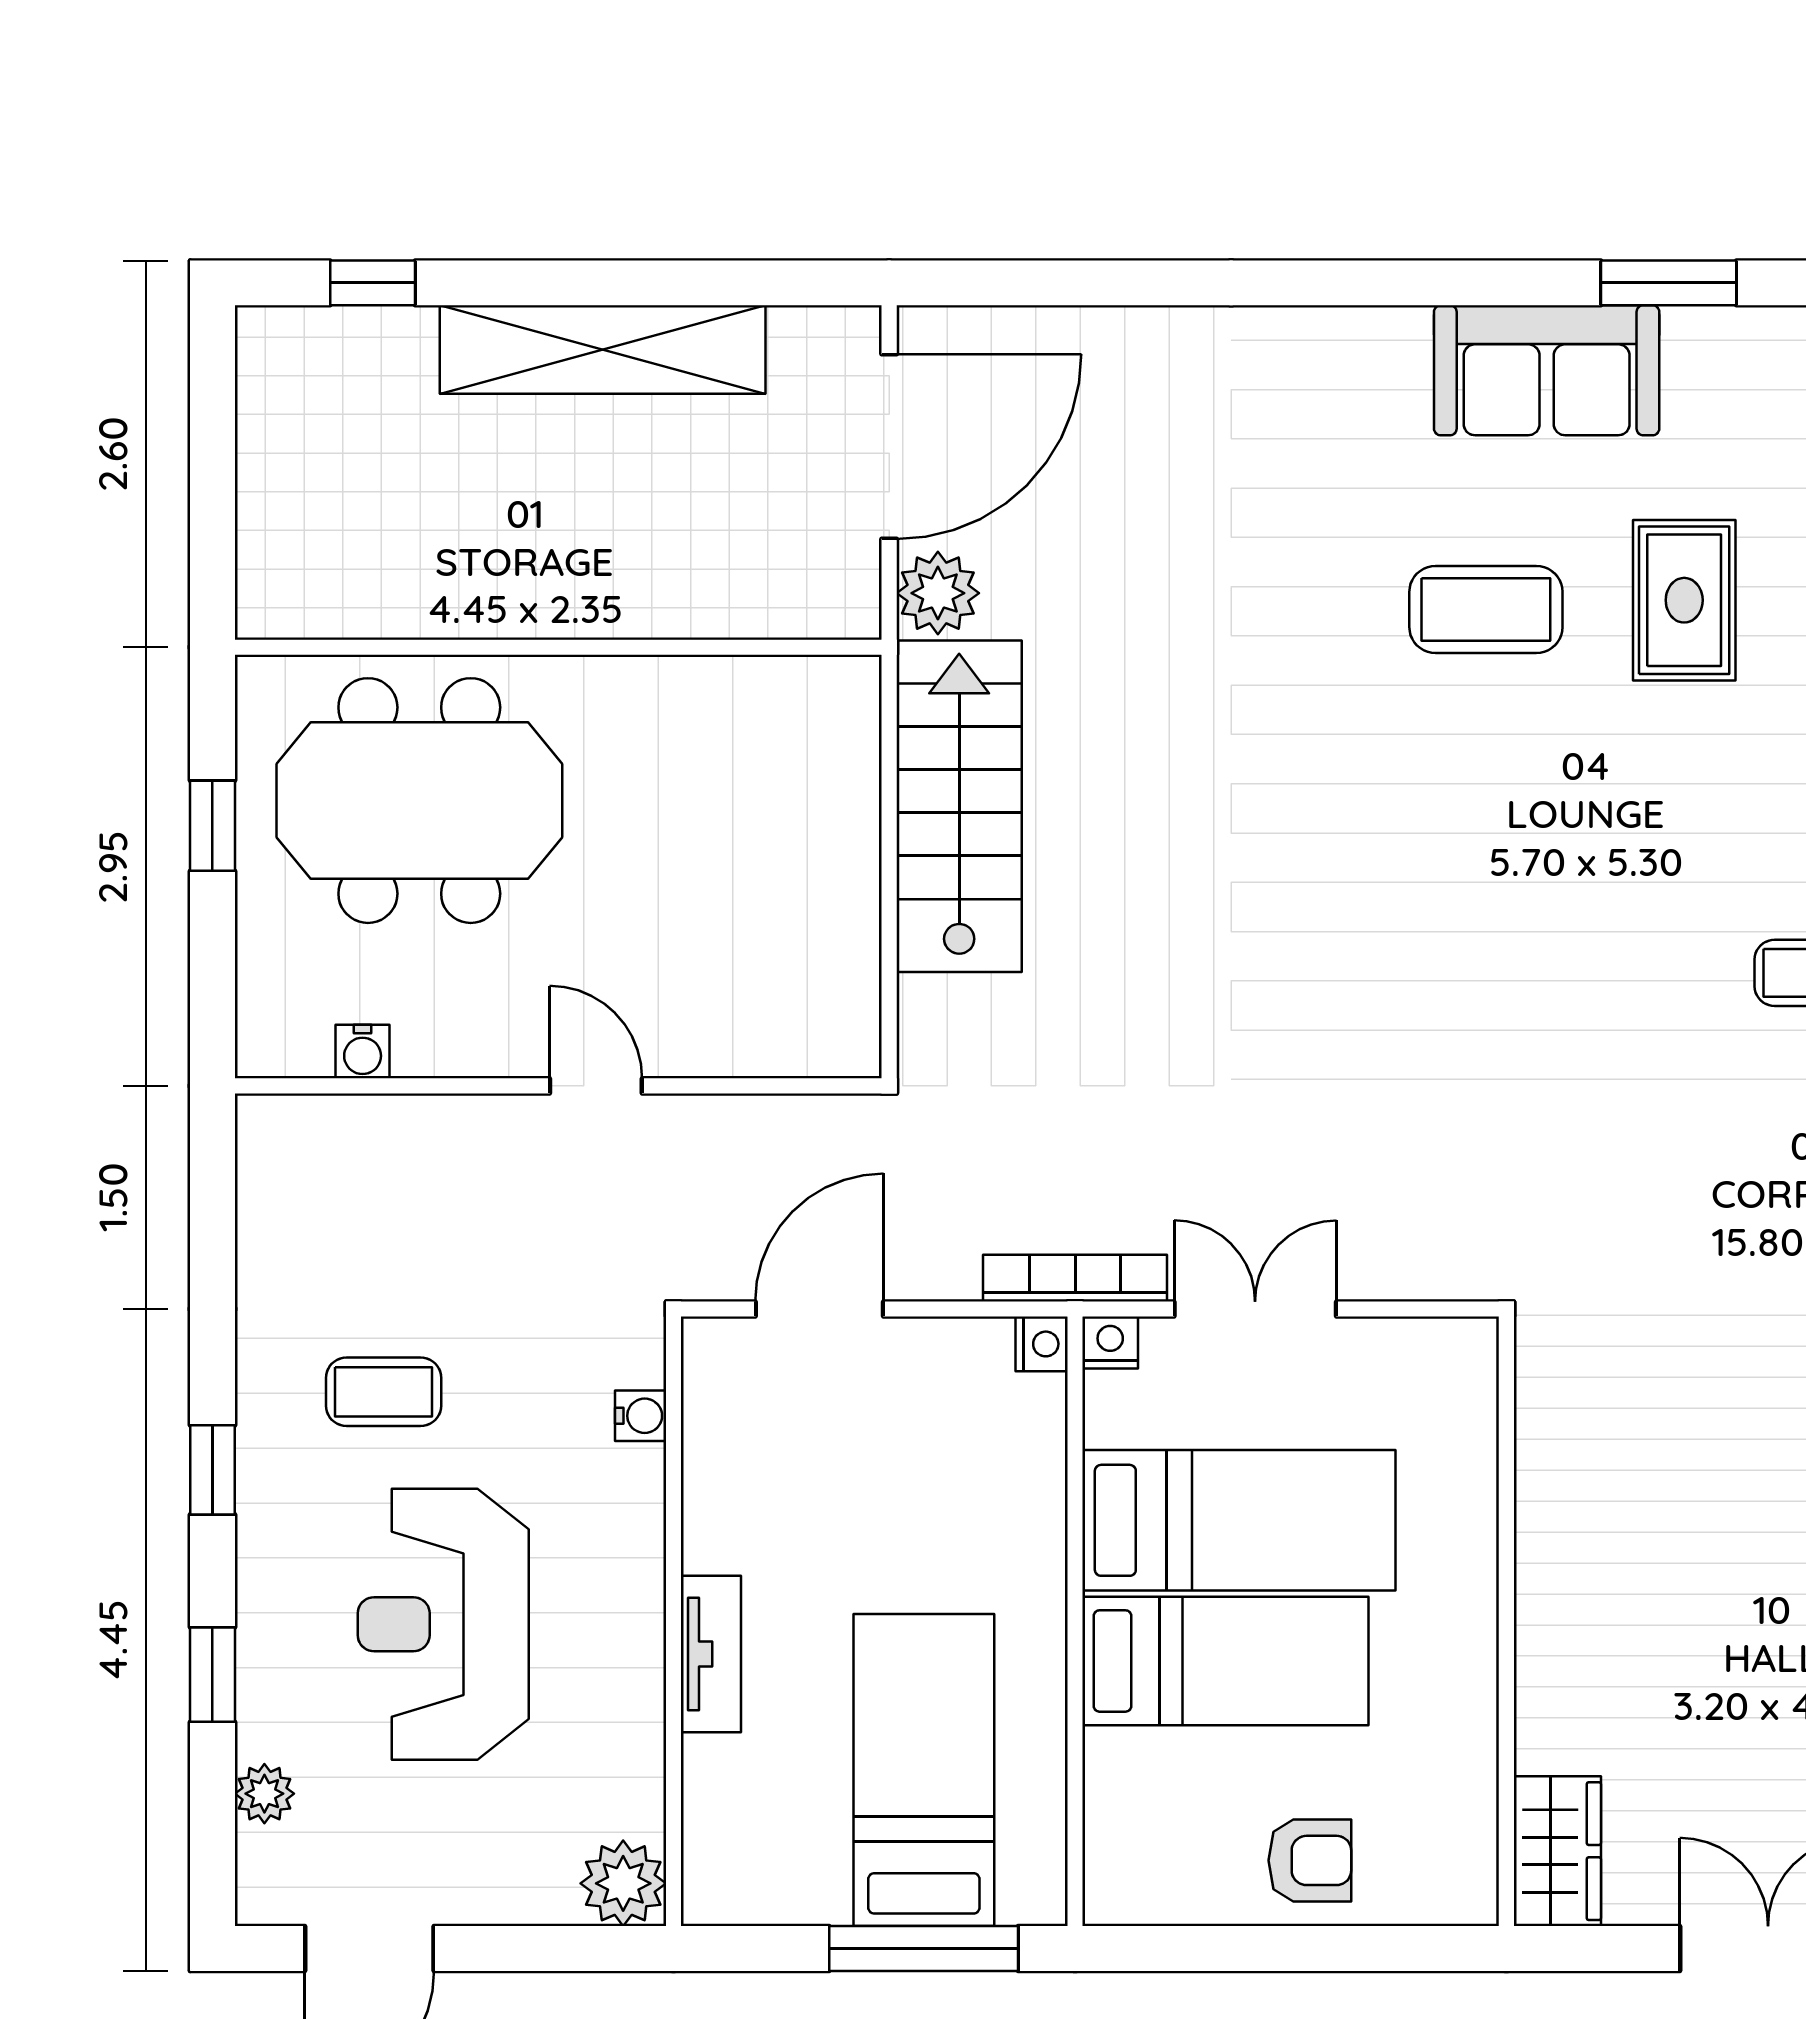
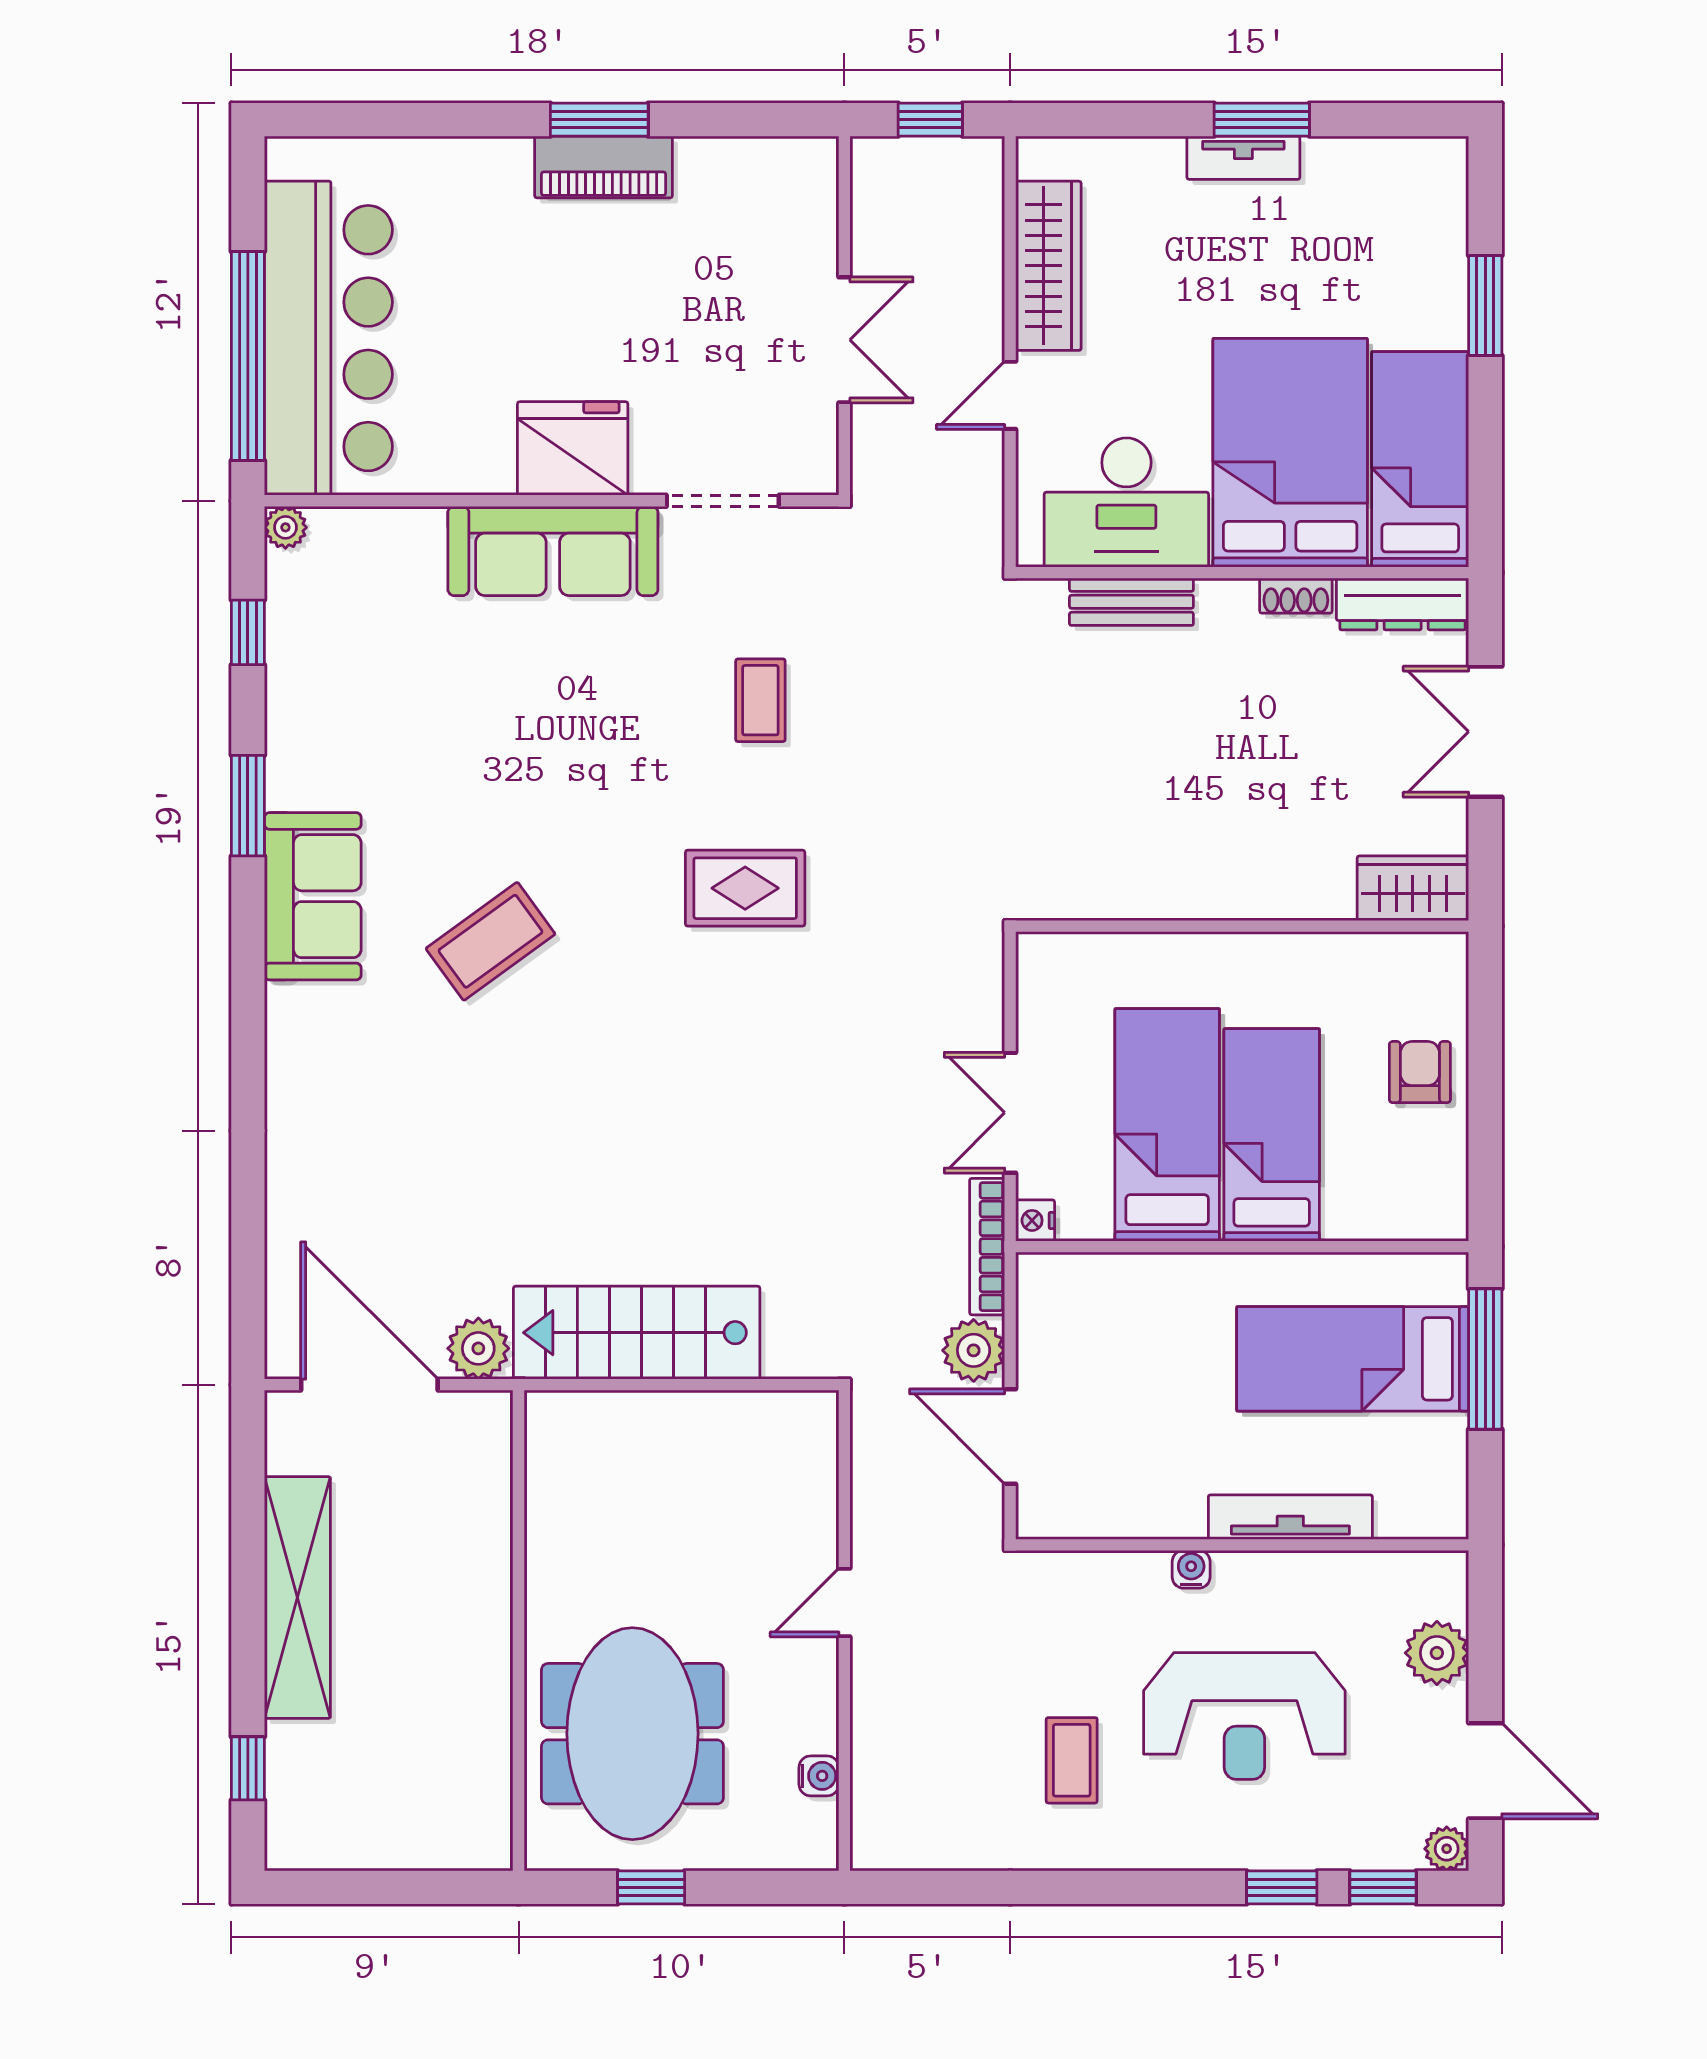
rug: (1684, 600) -> (745, 888), moved
coffee table: (1486, 609) -> (490, 941), turned 54
plant: (935, 1260) -> (974, 1350), added
nightstand: (1042, 1344) -> (1036, 1271), removed
water cooler: (641, 1416) -> (1191, 1569), moved
window: (212, 1470) -> (1383, 1887), moved
tv unit: (711, 1654) -> (1290, 1517), width x1.41
plant: (264, 1794) -> (1447, 1849), moved
plant: (623, 1883) -> (1437, 1653), moved

